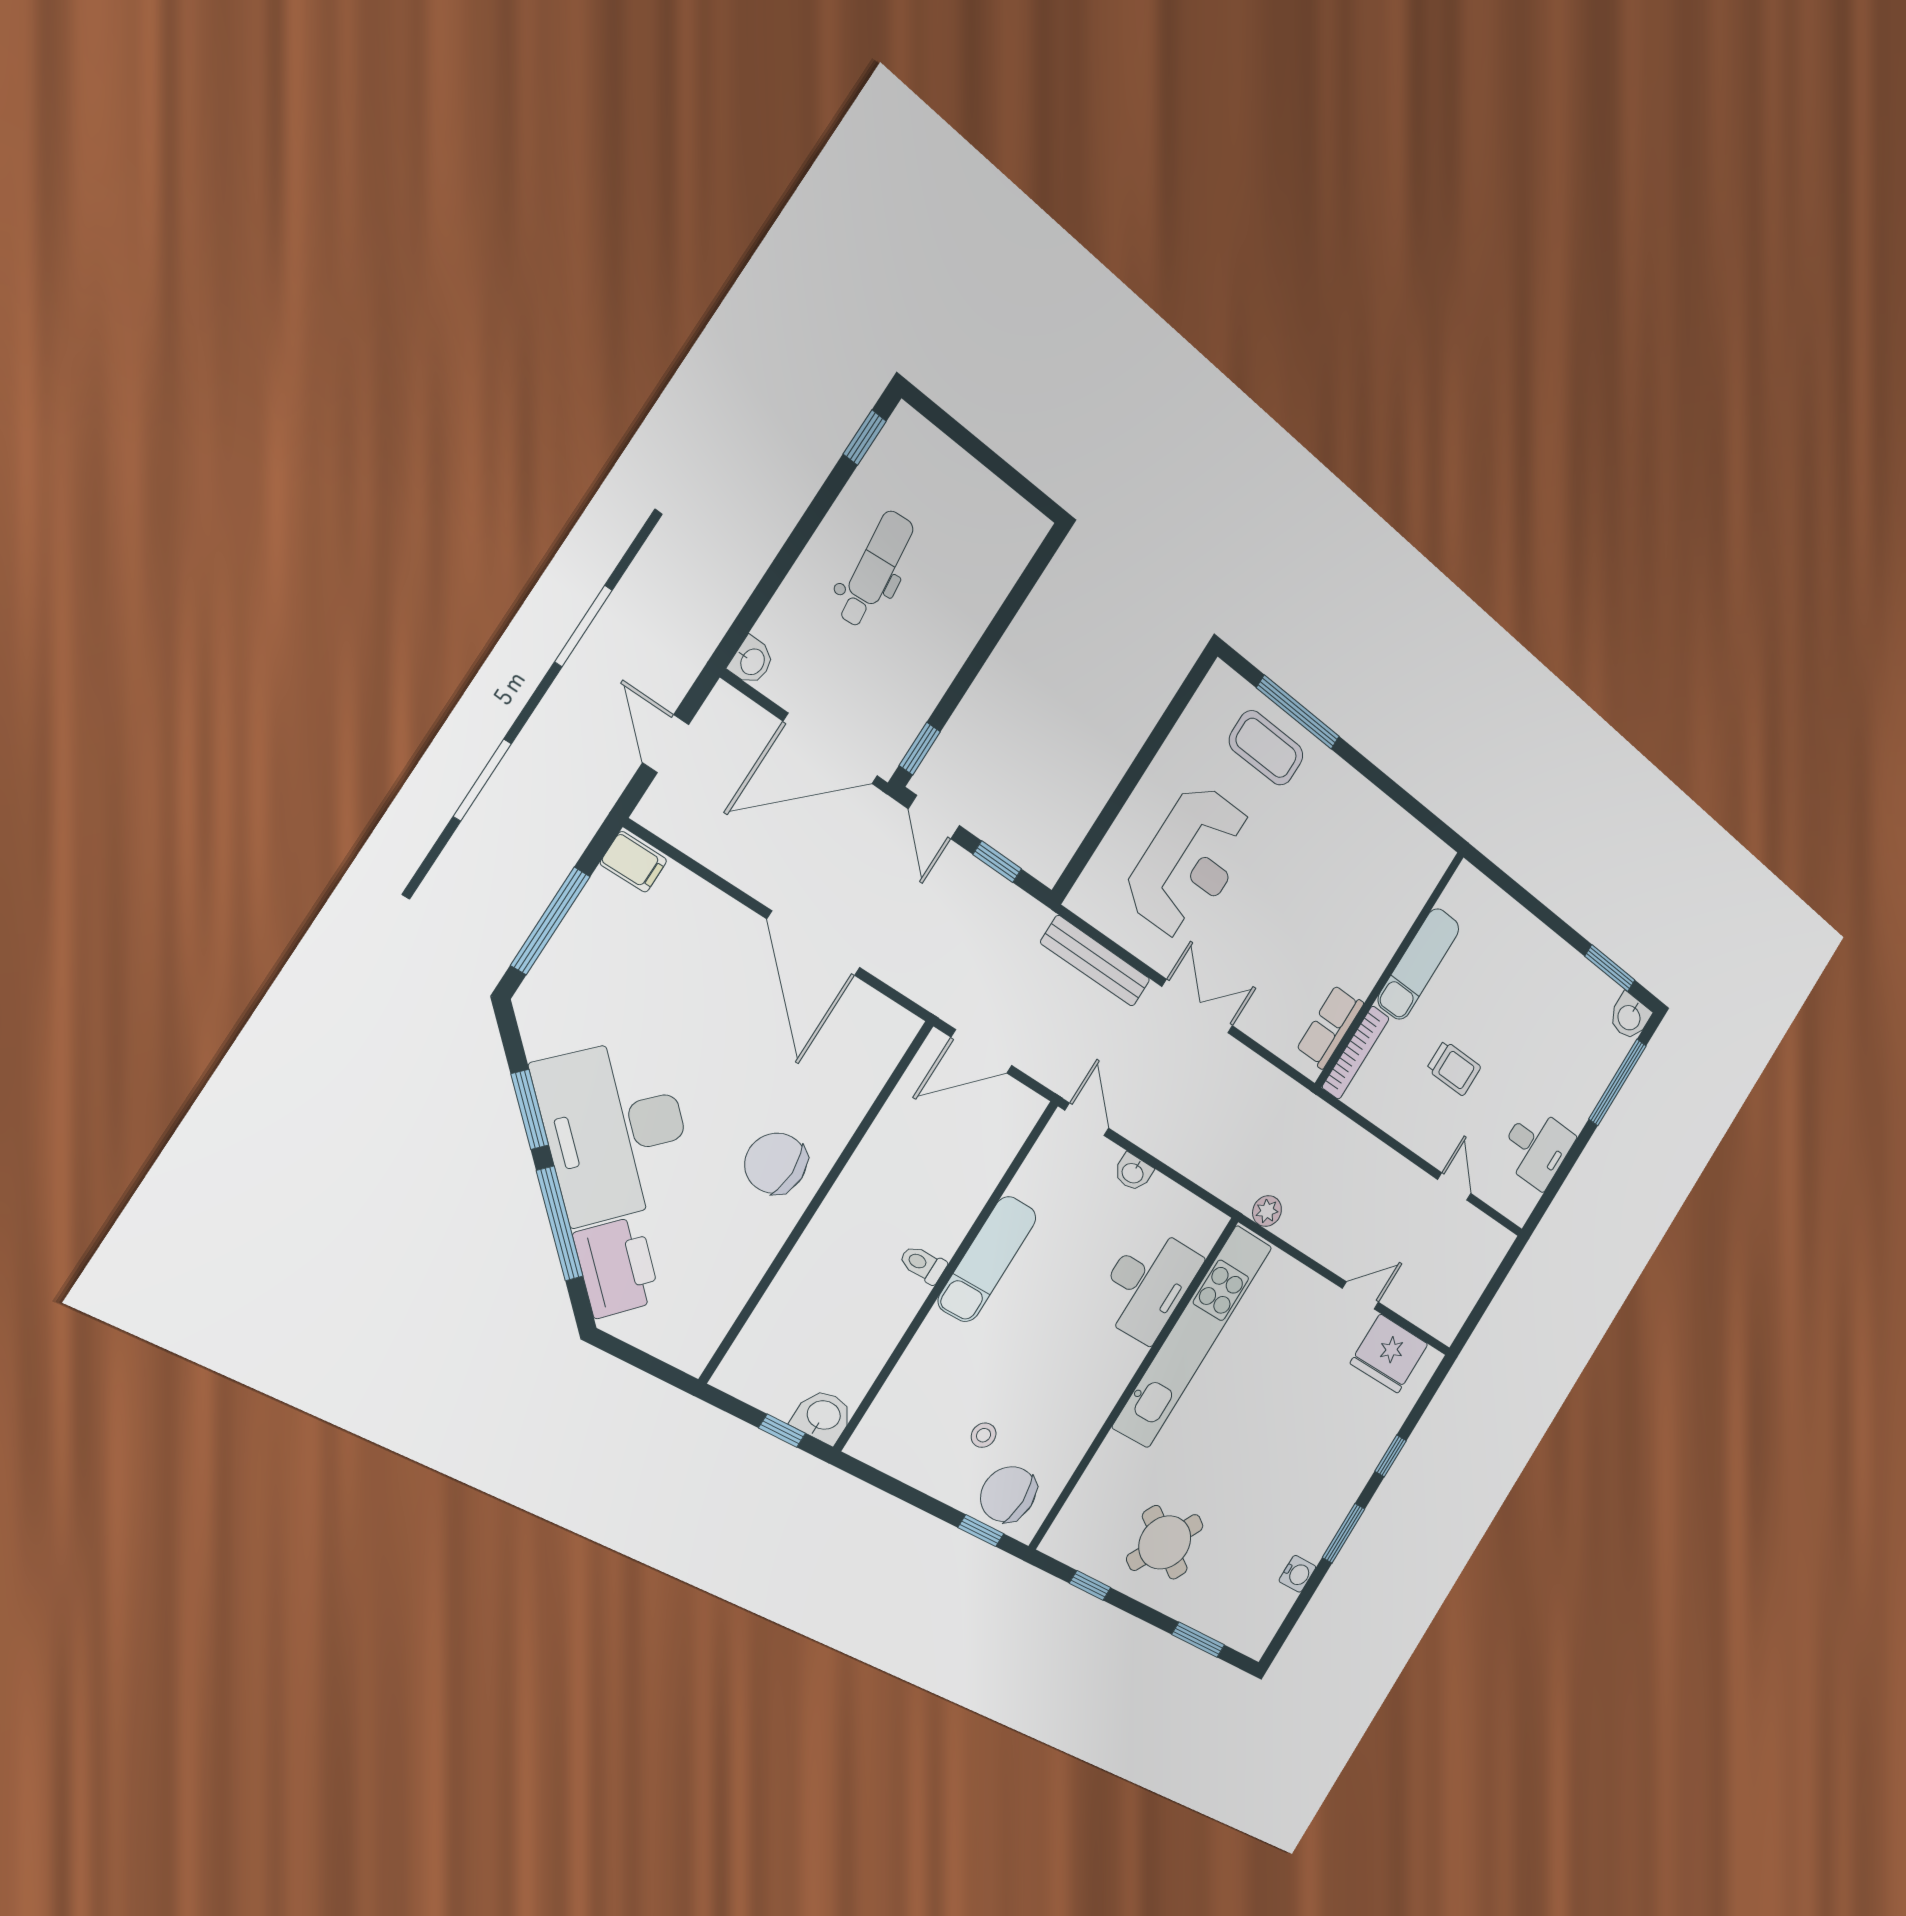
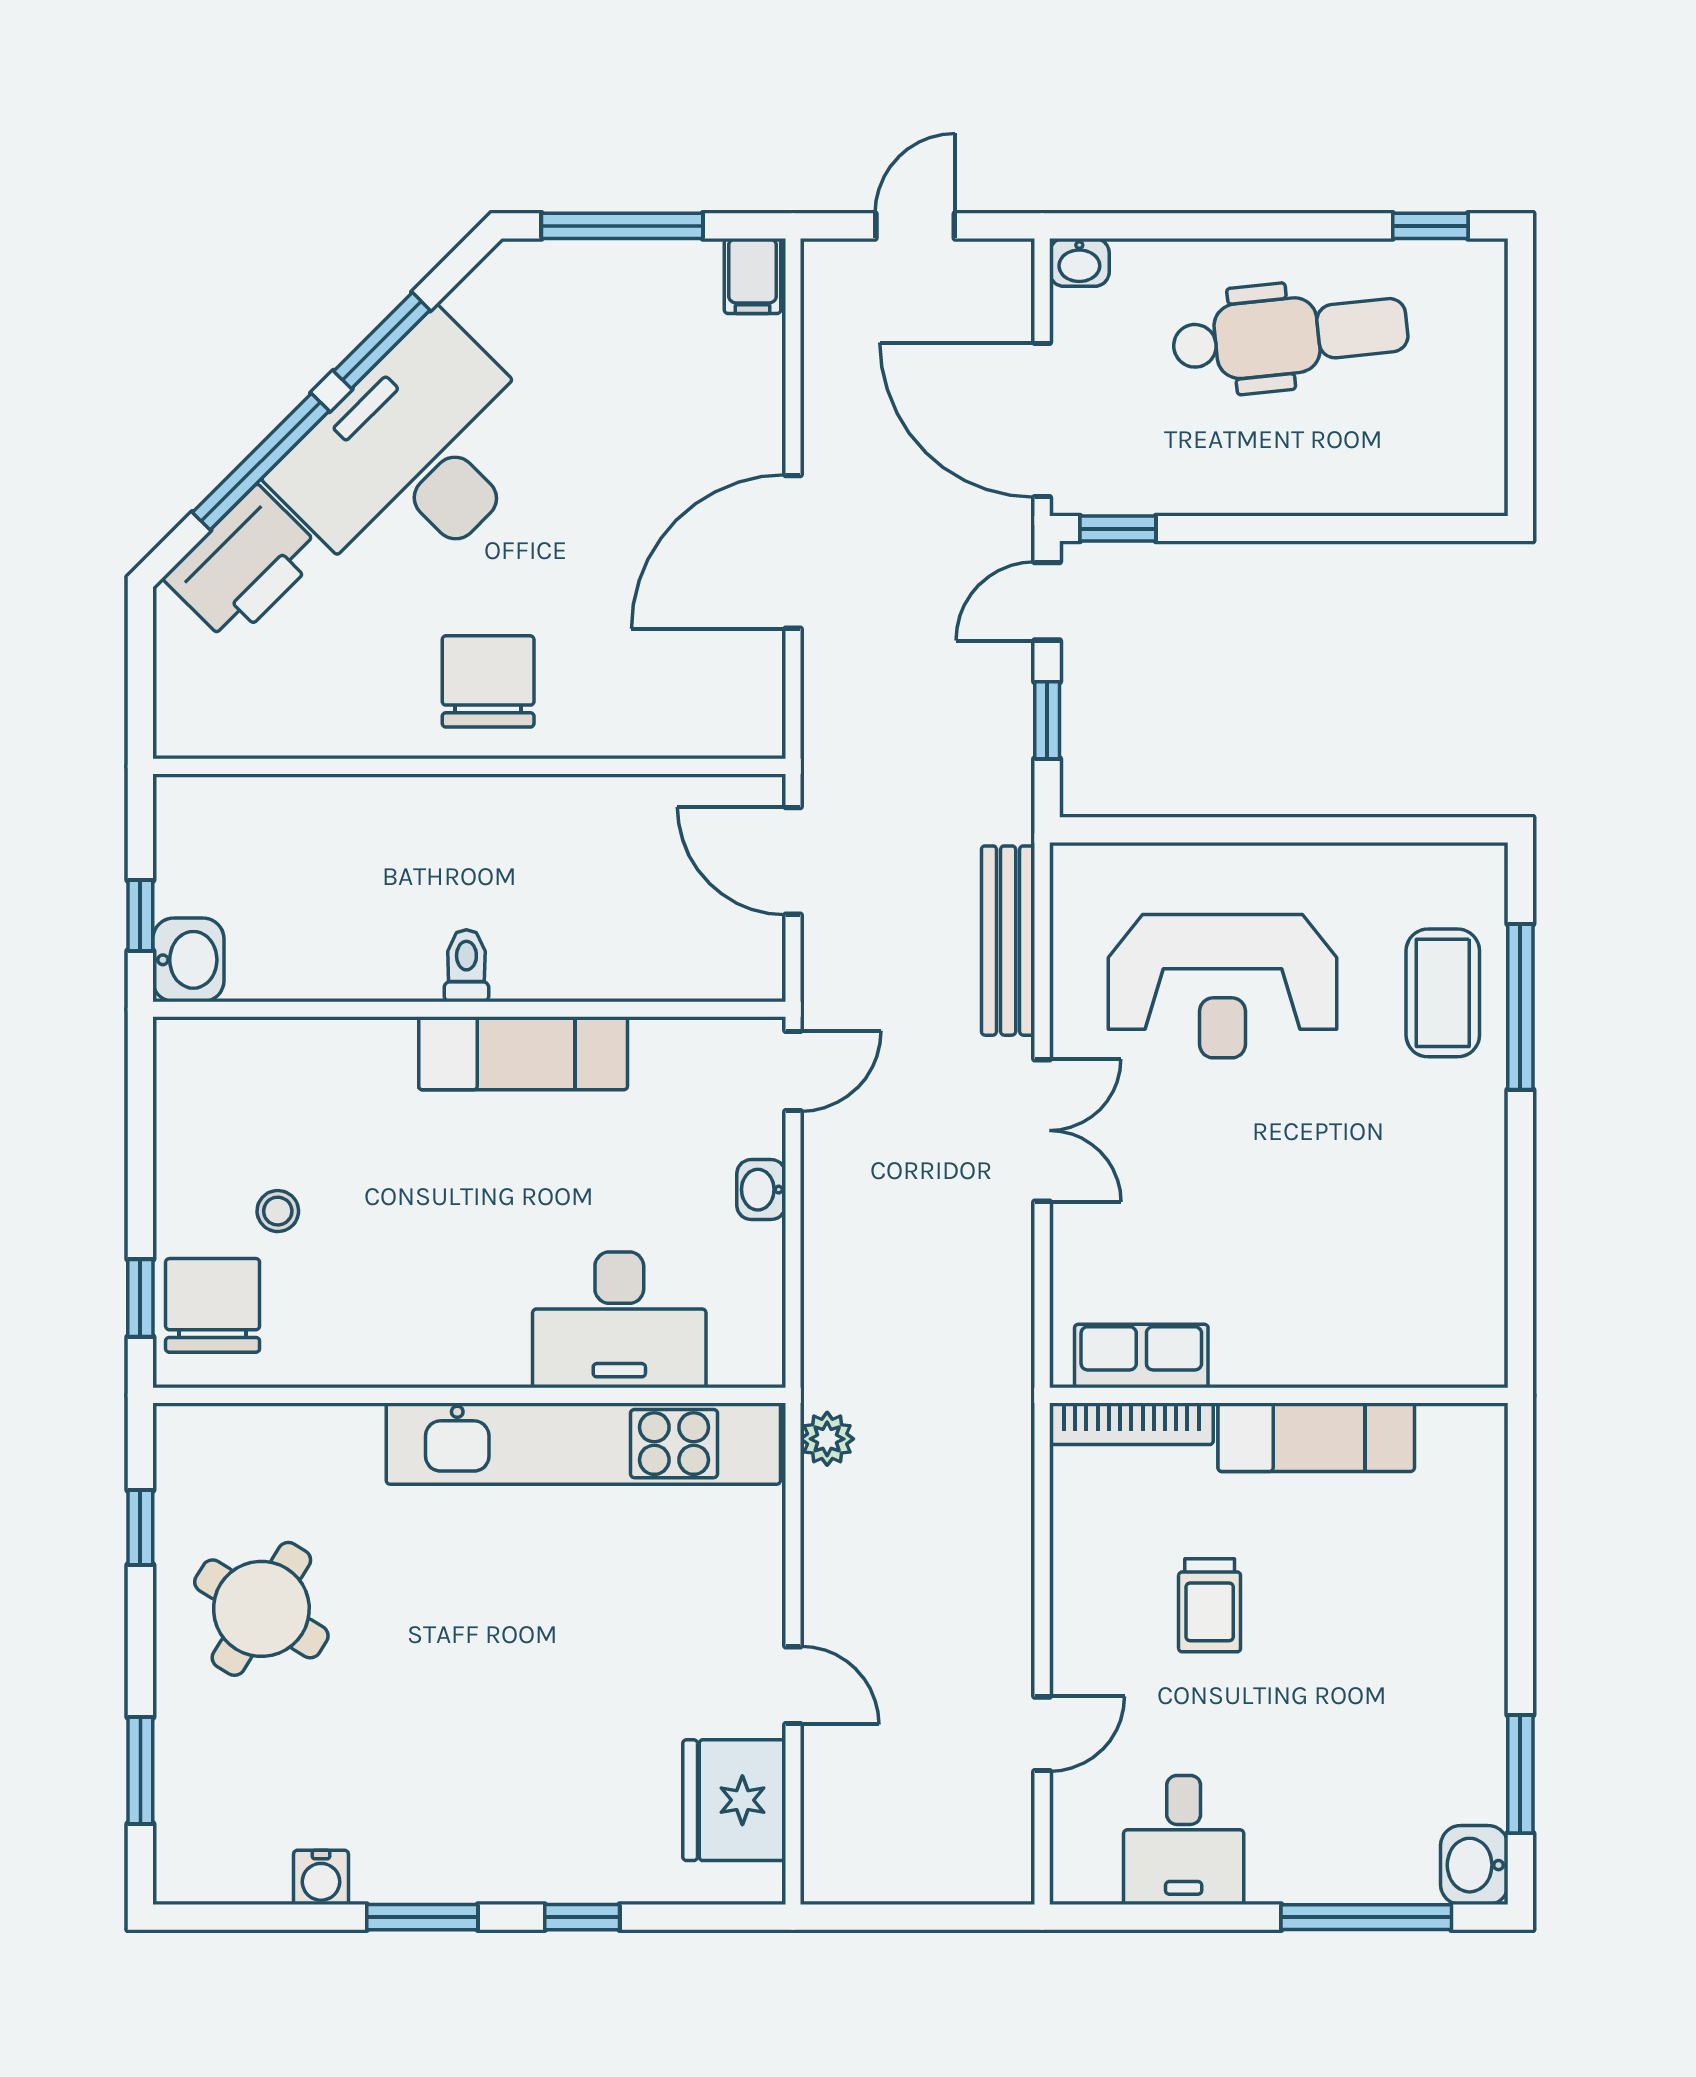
dental chair: (875, 569) -> (1290, 336), width x1.36, depth x1.38

